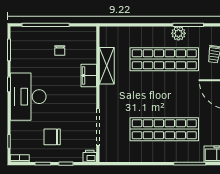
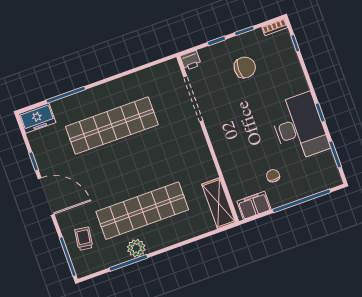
shelving: (107, 66) -> (219, 203), moved
filing cabinet: (89, 75) -> (254, 205), moved, turned -90
desk: (28, 97) -> (299, 127), moved

